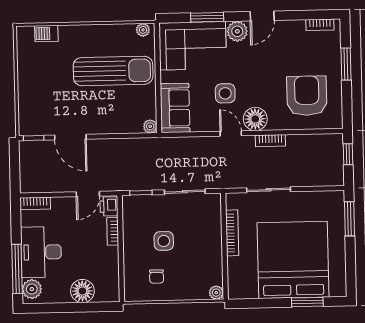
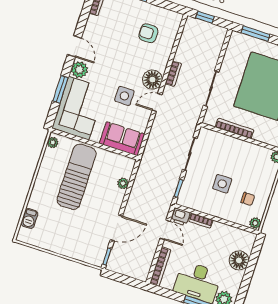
armchair: (307, 96) -> (148, 33), width x0.53, depth x0.53
plant: (150, 126) -> (123, 183), moved
bookcase: (35, 203) -> (160, 267), width x1.56
plant: (132, 295) -> (255, 223), added

